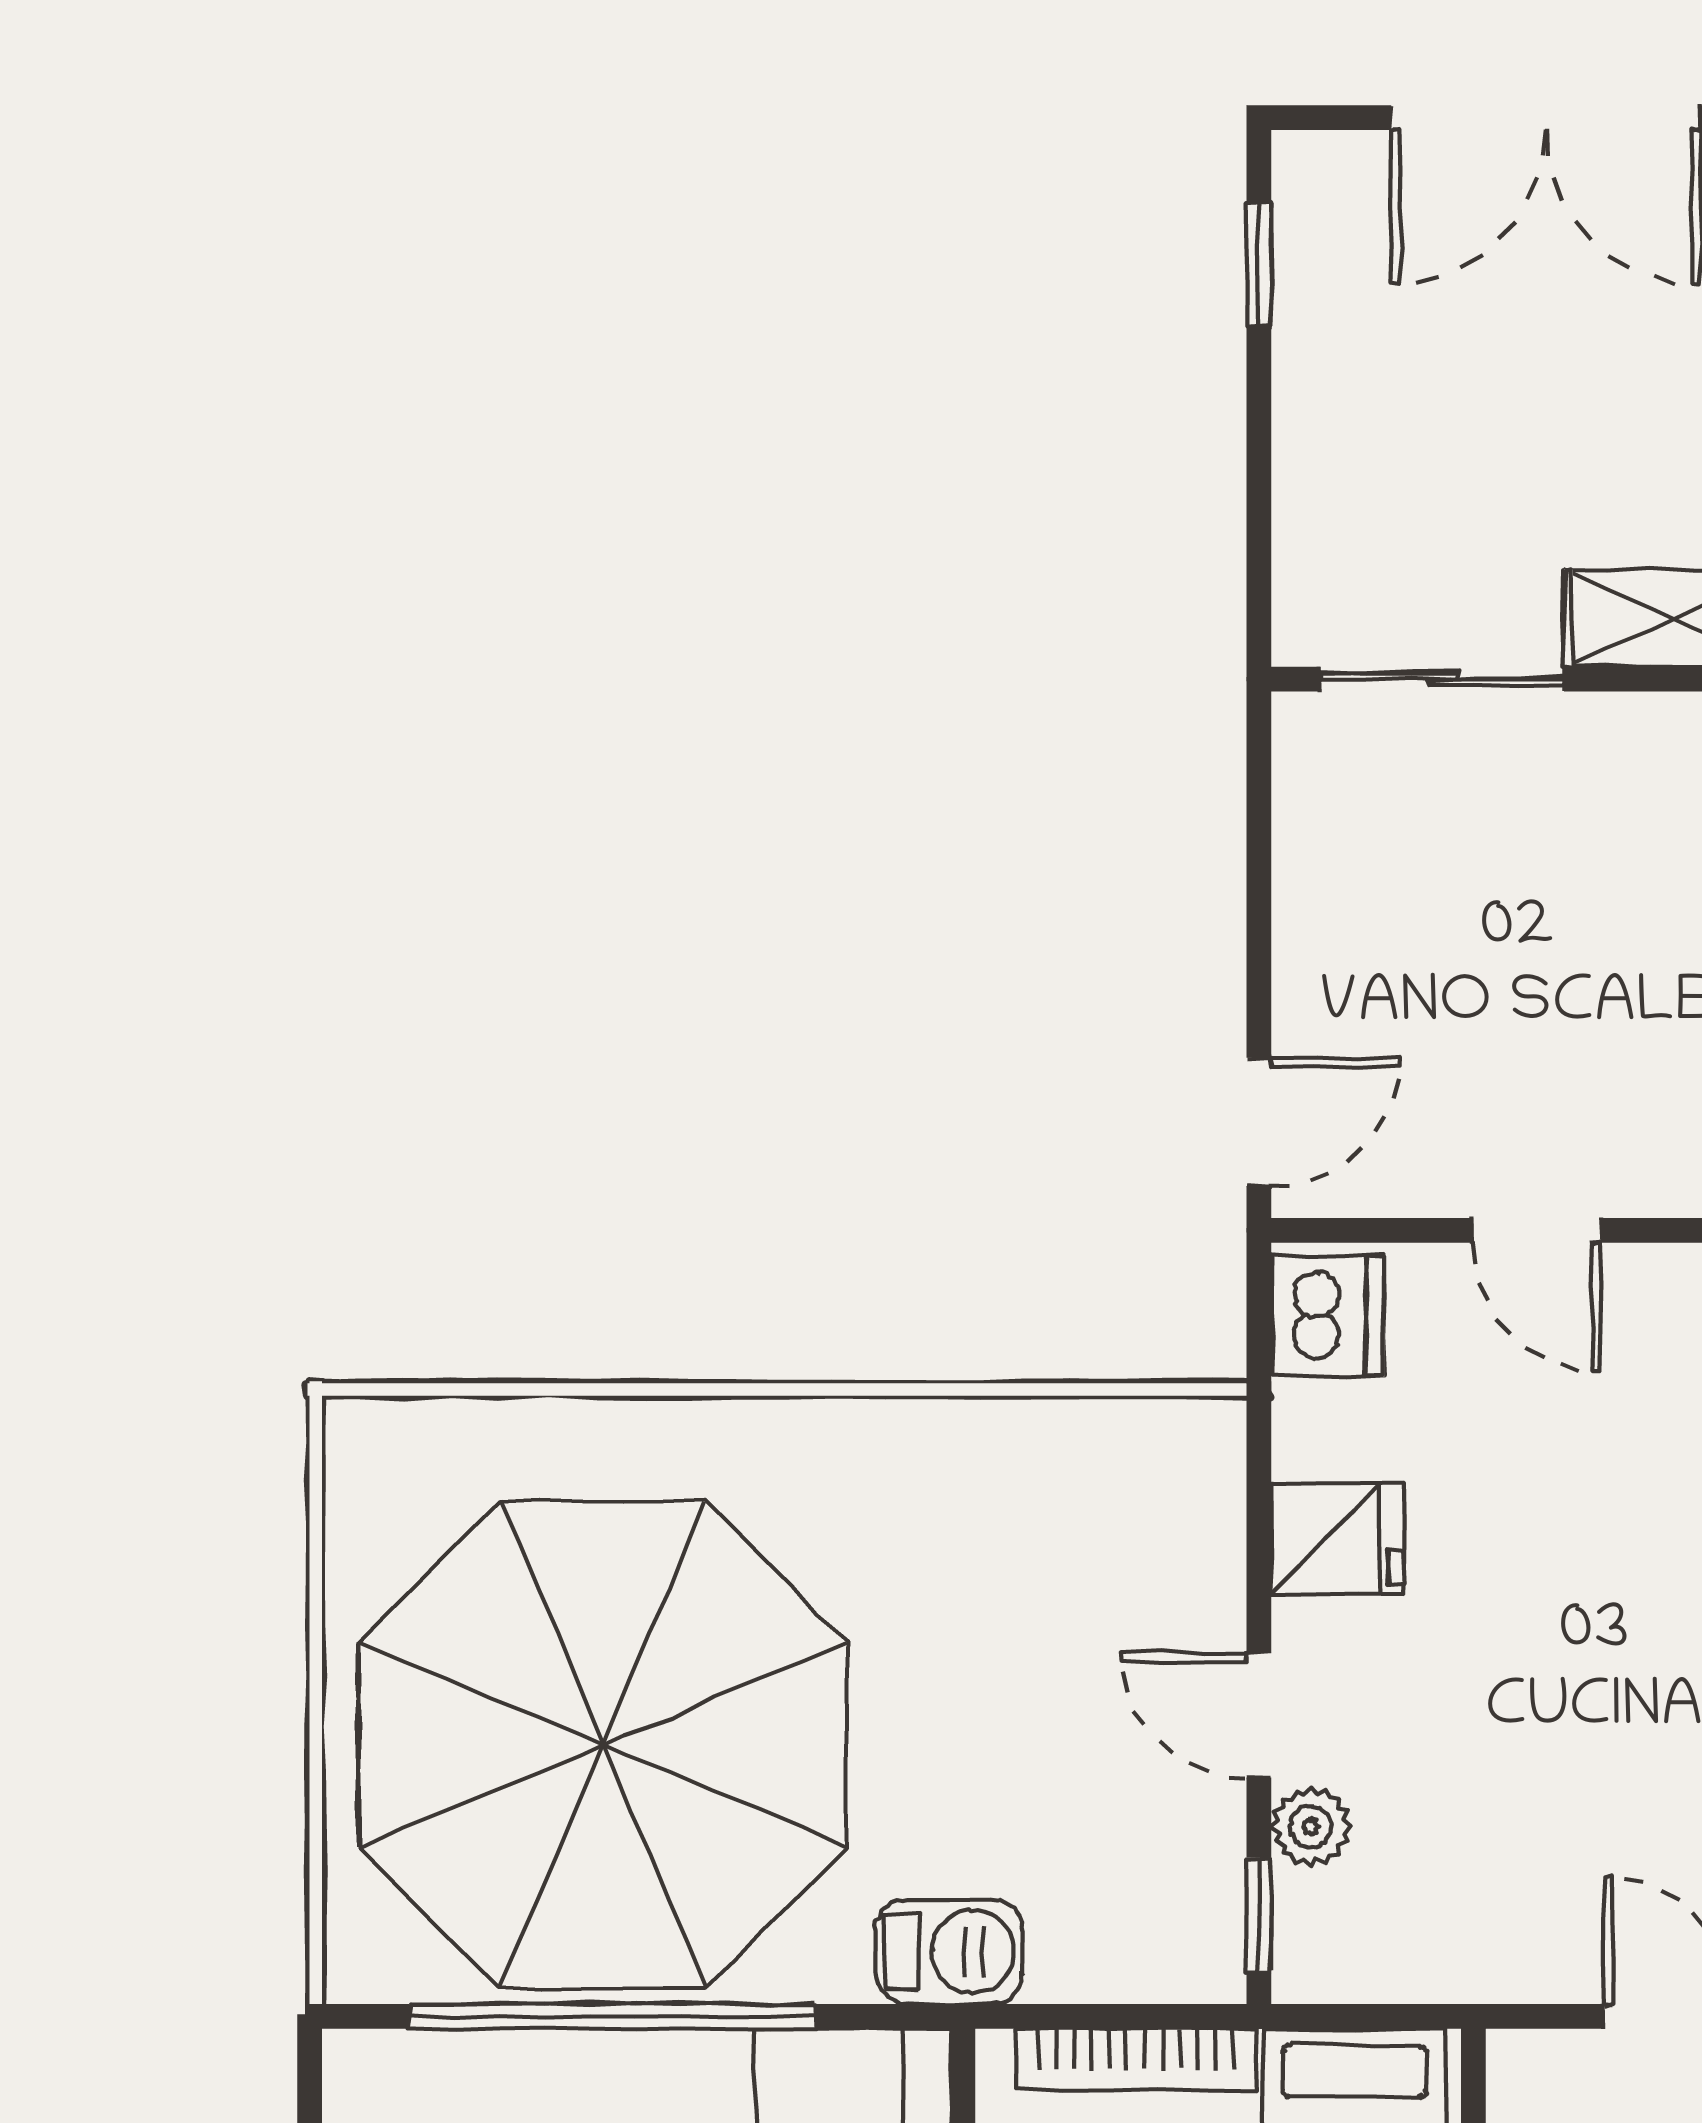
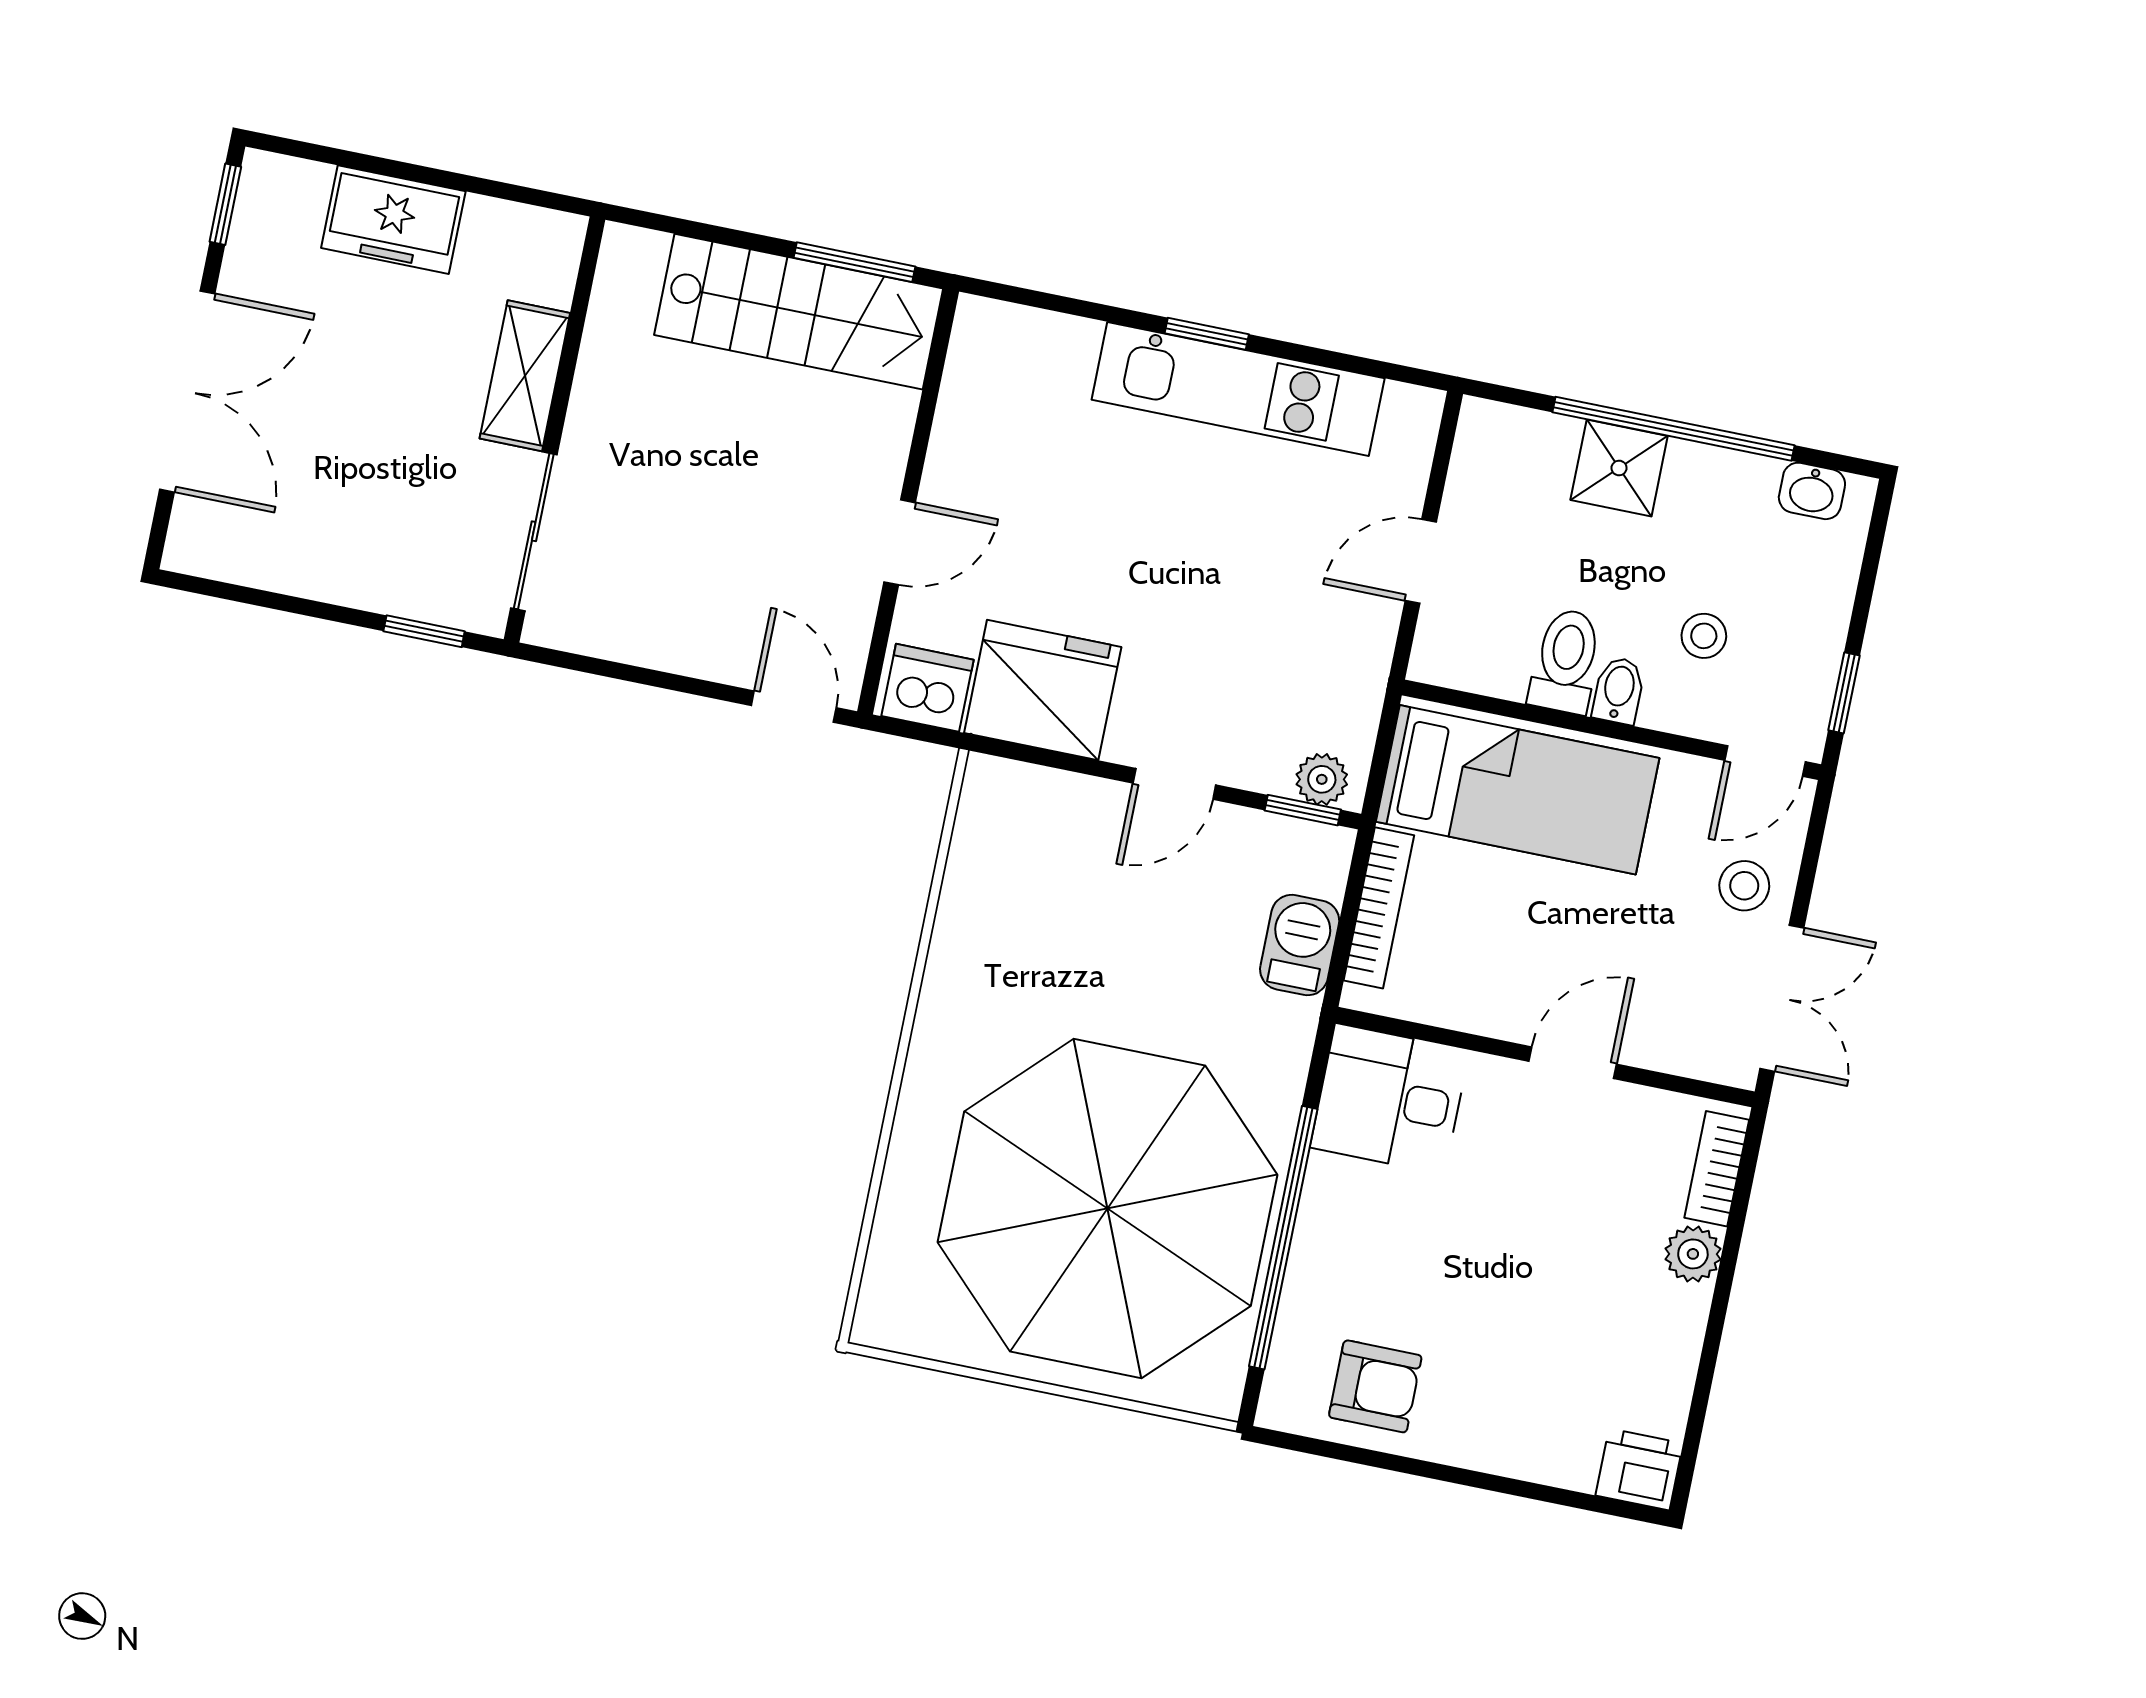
window: (1259, 264) -> (424, 631), moved
fridge: (1337, 1538) -> (1043, 690), width x1.88, depth x1.34
plant: (1311, 1827) -> (1322, 779), moved
barbecue: (949, 1952) -> (1300, 945), moved

